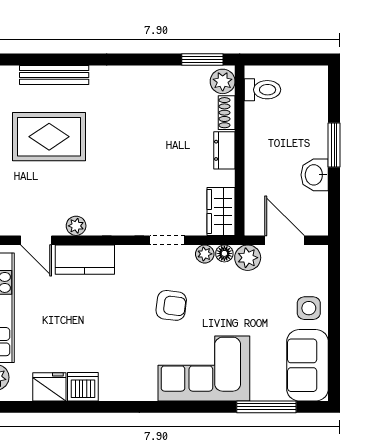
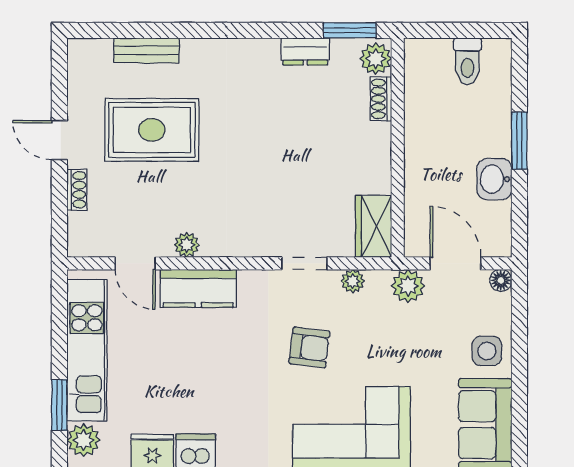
bench: (54, 75) -> (147, 50), width x0.73
toilet: (262, 90) -> (467, 61), moved, turned 90
dresser: (224, 150) -> (305, 51), moved, turned -90
floor lamp: (224, 253) -> (501, 280), moved

